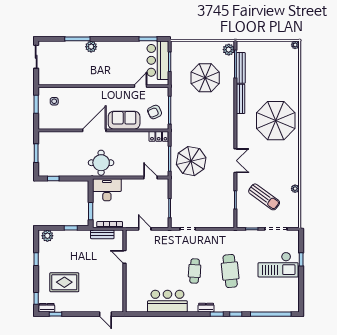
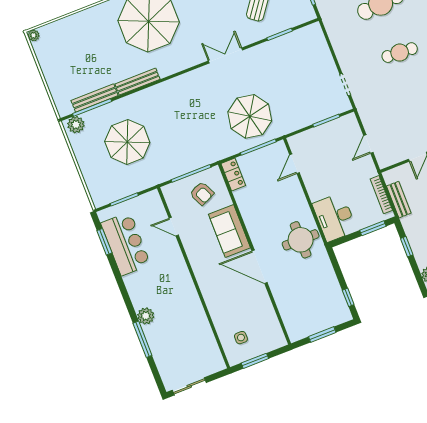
bar counter: (158, 60) -> (126, 244), moved, turned -90

